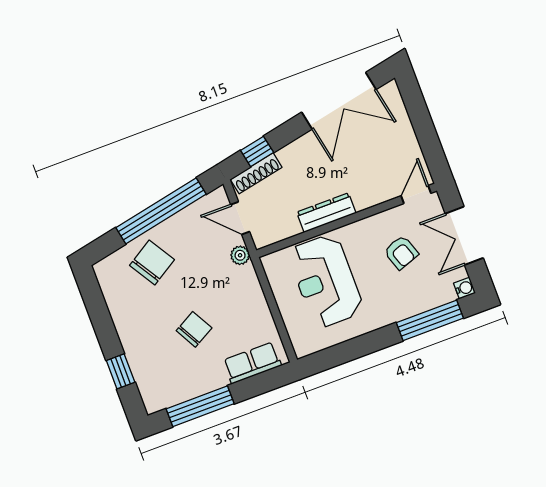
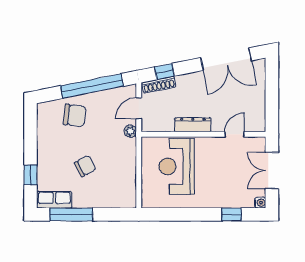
door: (416, 195) -> (234, 134), moved
door: (240, 218) -> (139, 108), hinge flipped
armchair: (401, 252) -> (229, 166), removed
chair: (152, 263) -> (75, 115), turned 39
window: (430, 320) -> (231, 214), width x0.46
row of seats: (252, 363) -> (54, 200), moved

